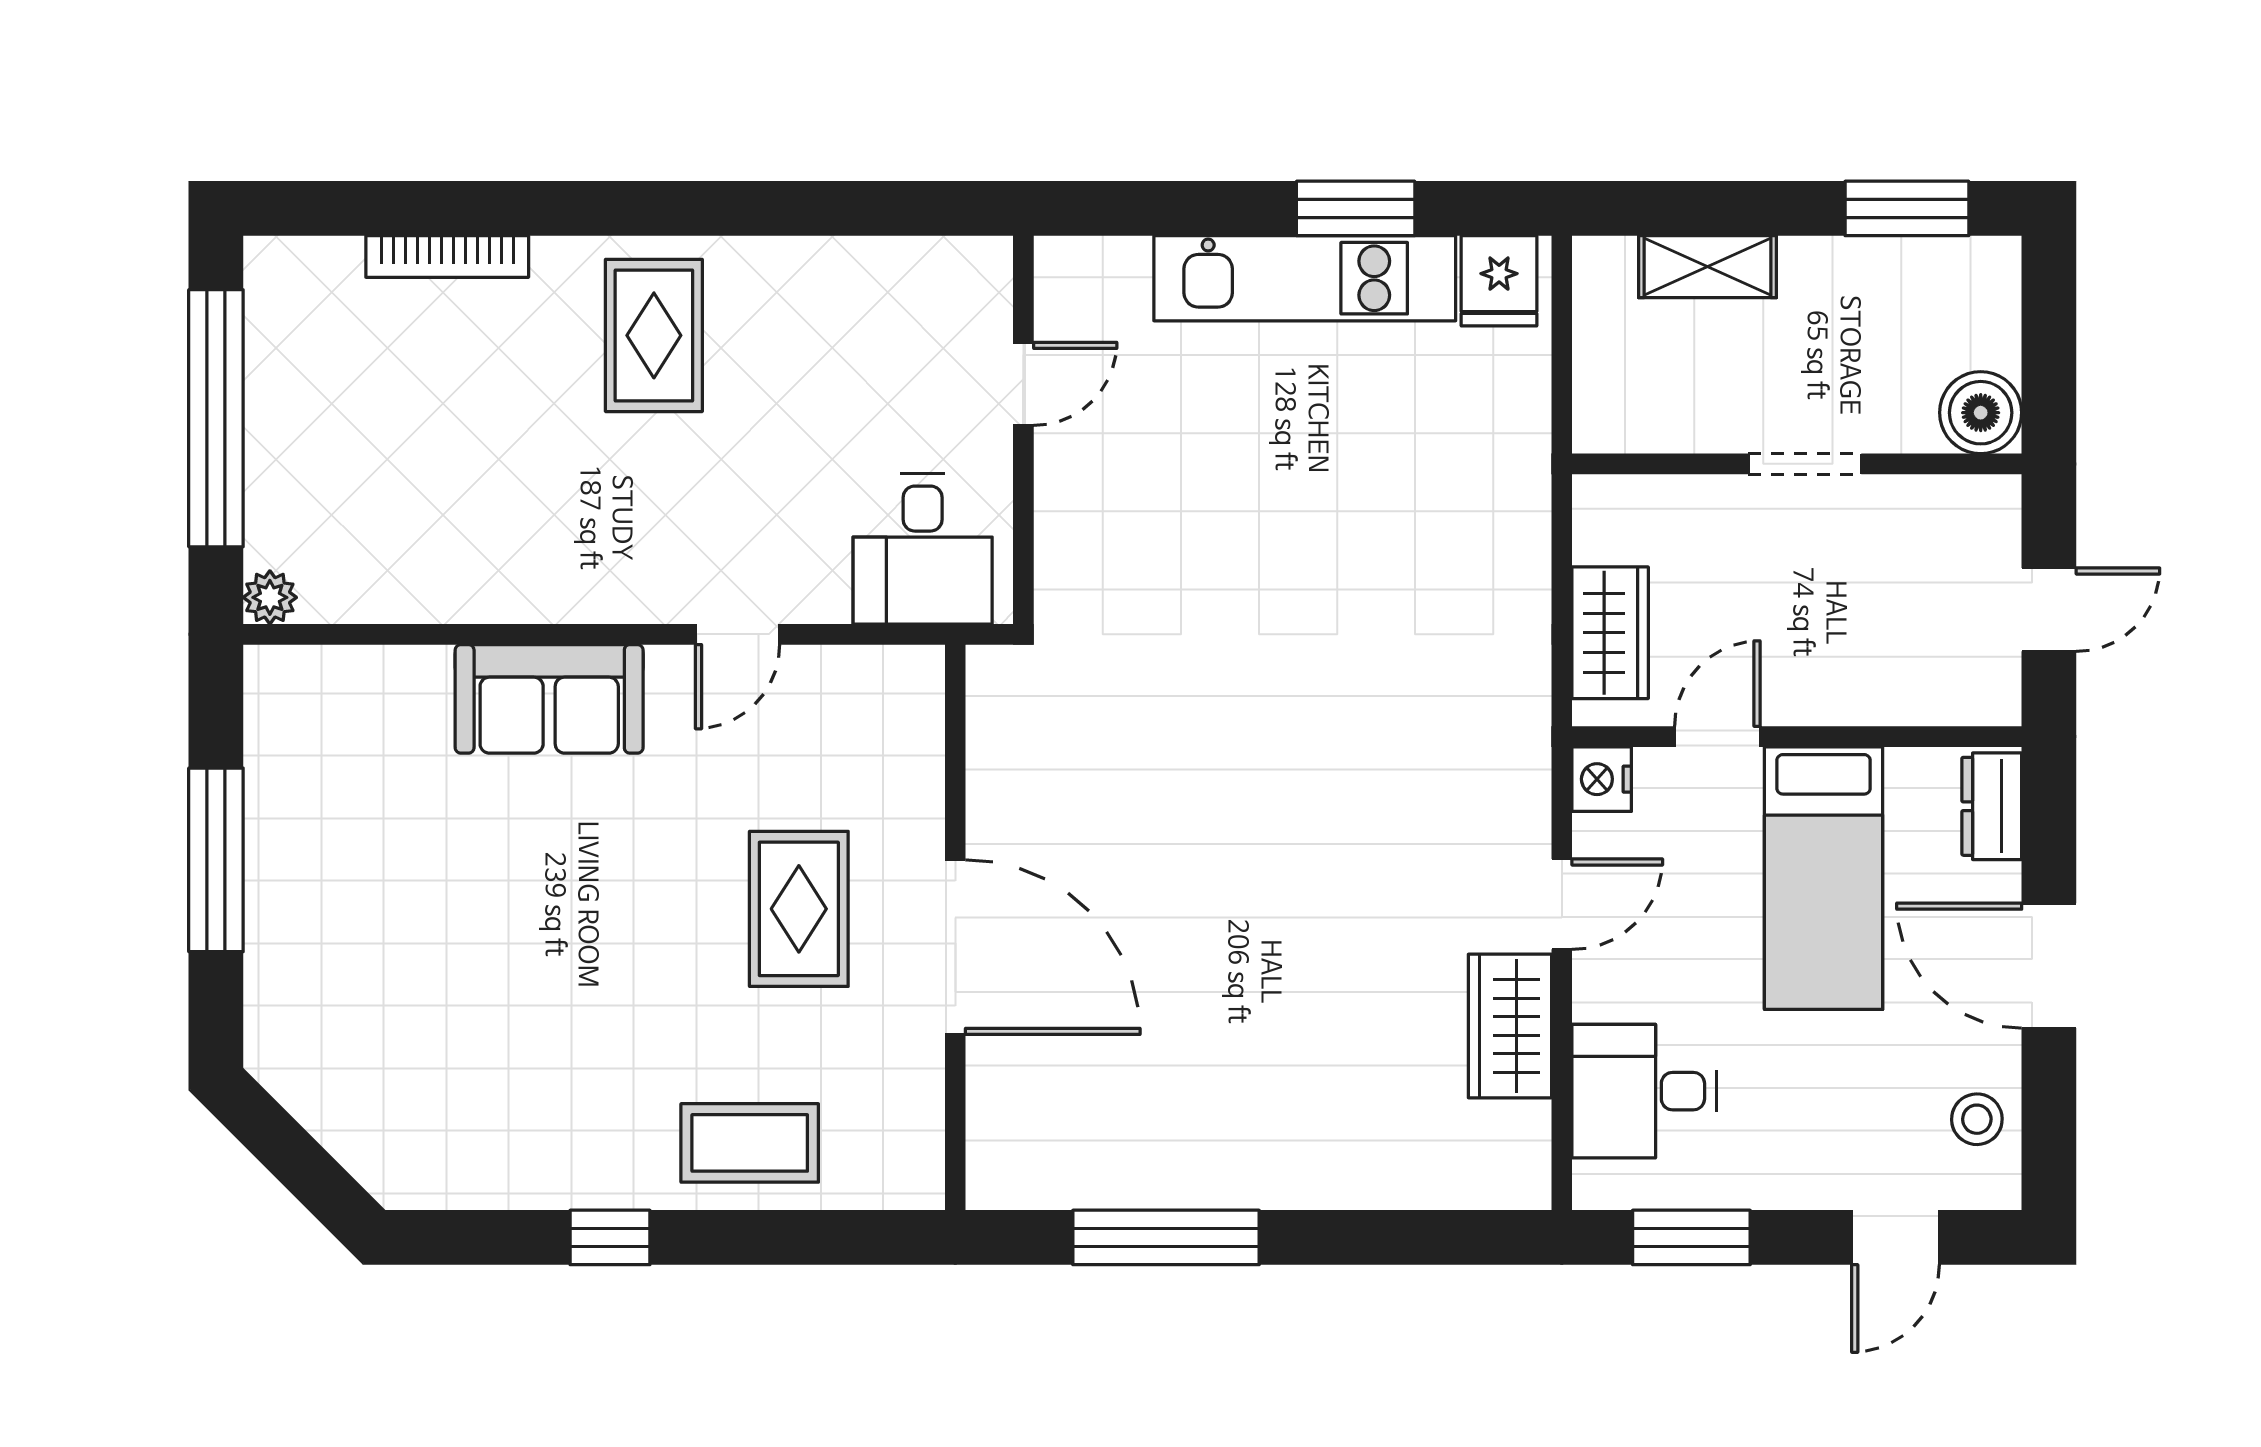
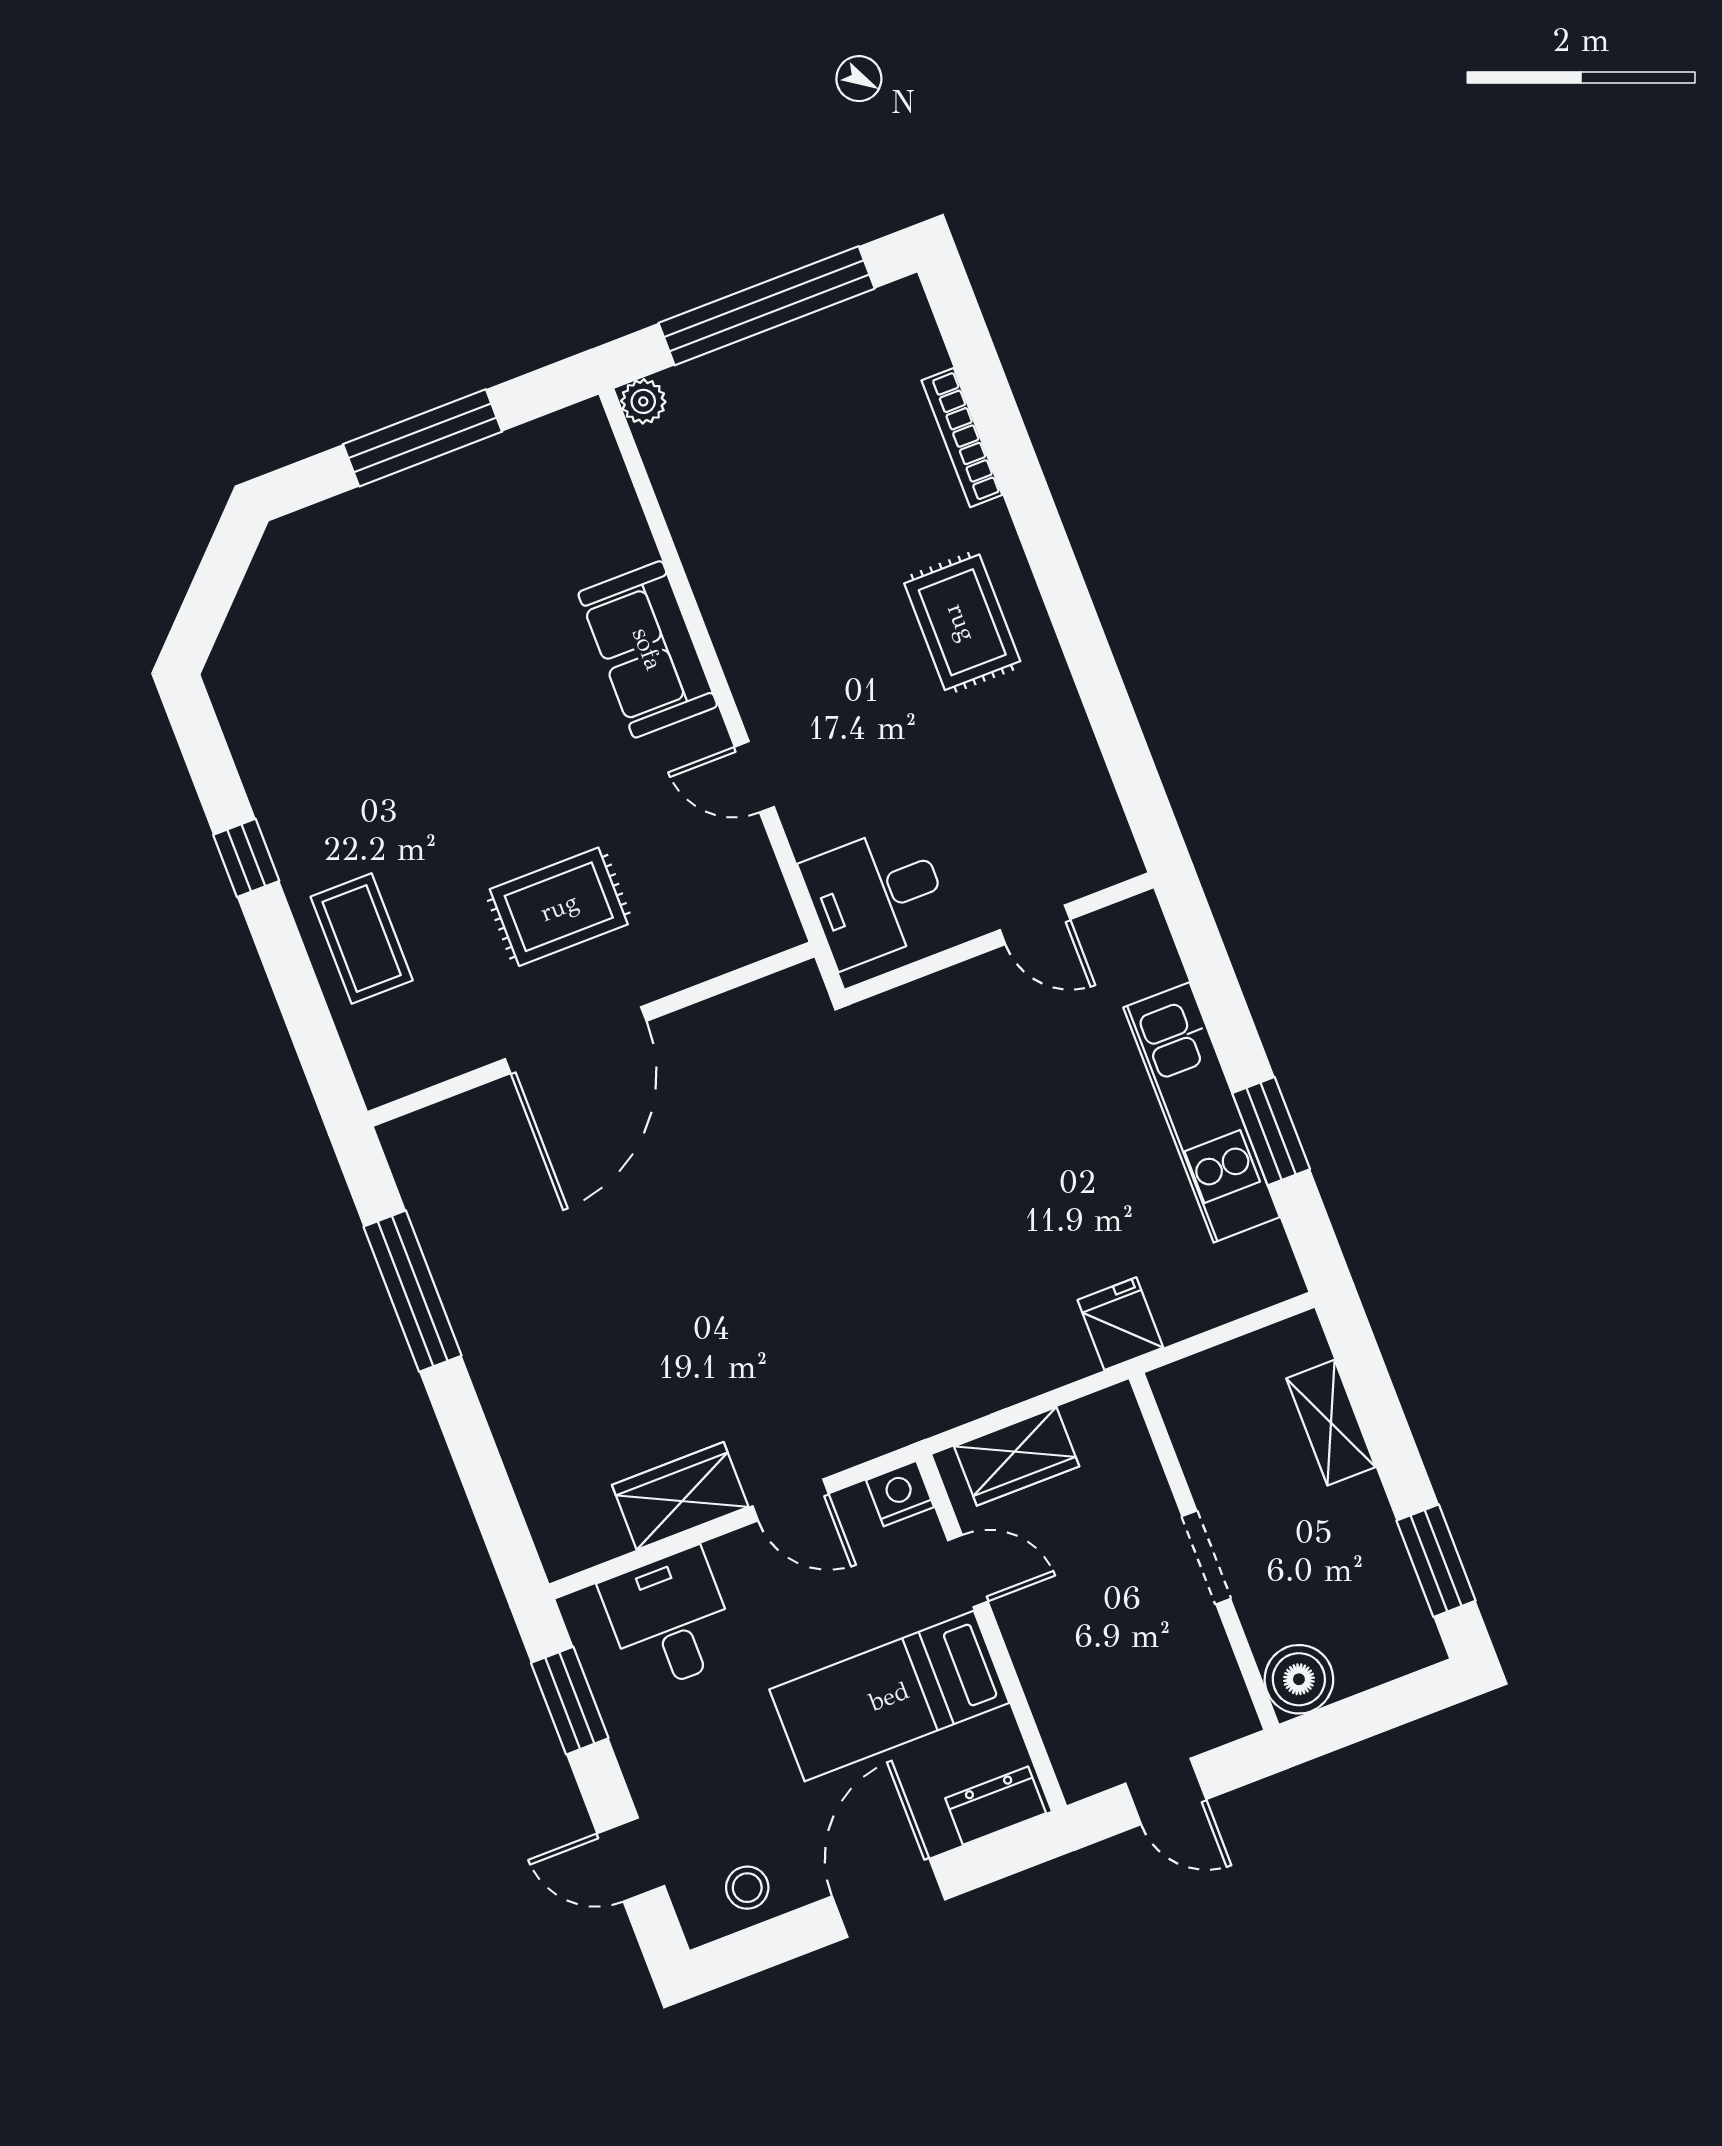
fridge: (1499, 281) -> (1120, 1324), moved, turned 90
rug: (654, 335) -> (962, 622), turned 90

